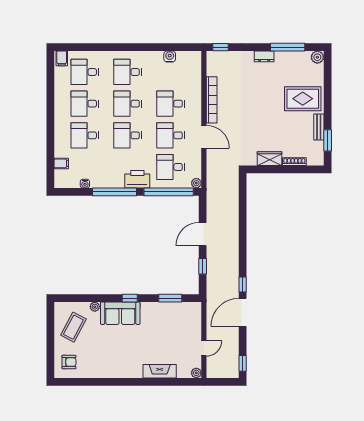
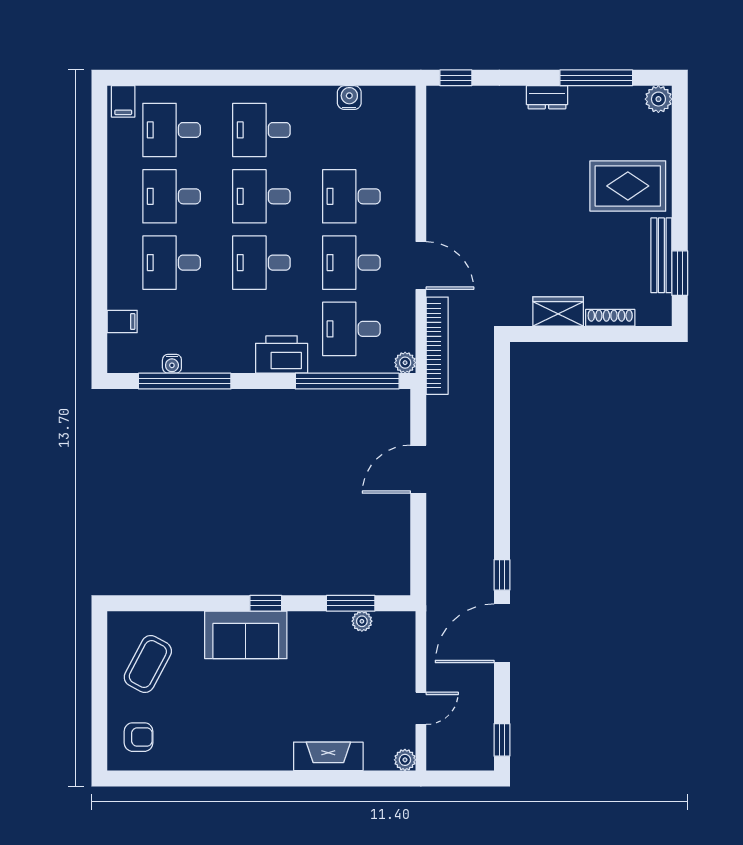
bookcase: (212, 100) -> (437, 346), moved
bench: (319, 127) -> (661, 255), width x1.36
window: (115, 192) -> (185, 381), moved
window: (203, 266) -> (418, 537), removed
plant: (95, 307) -> (362, 621), moved

